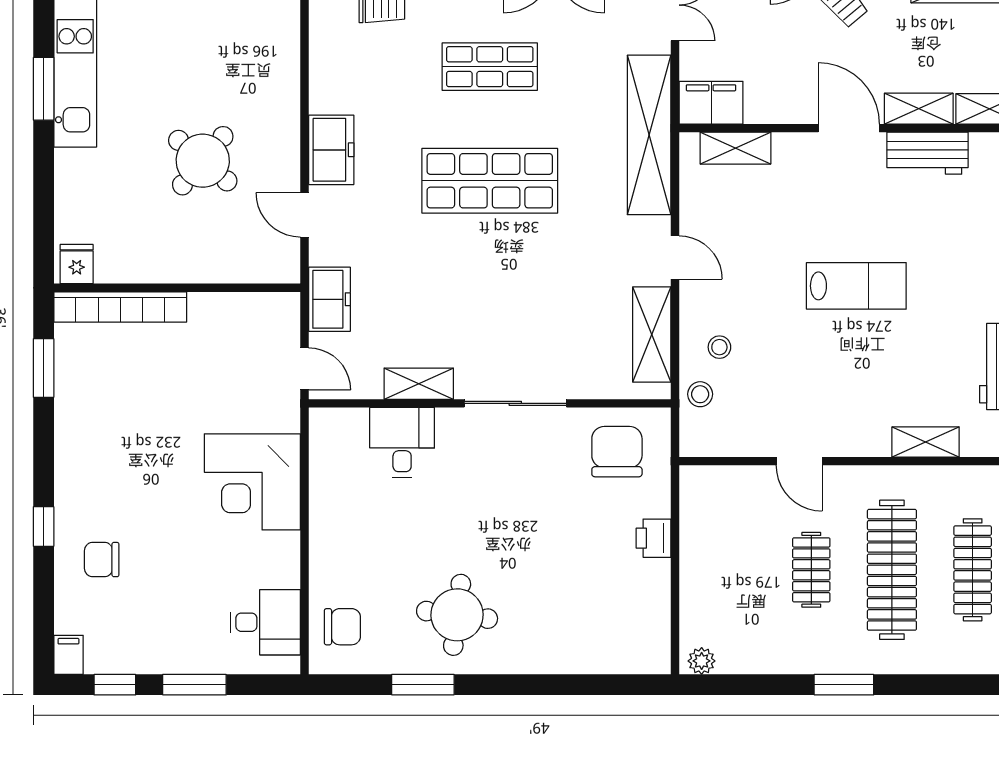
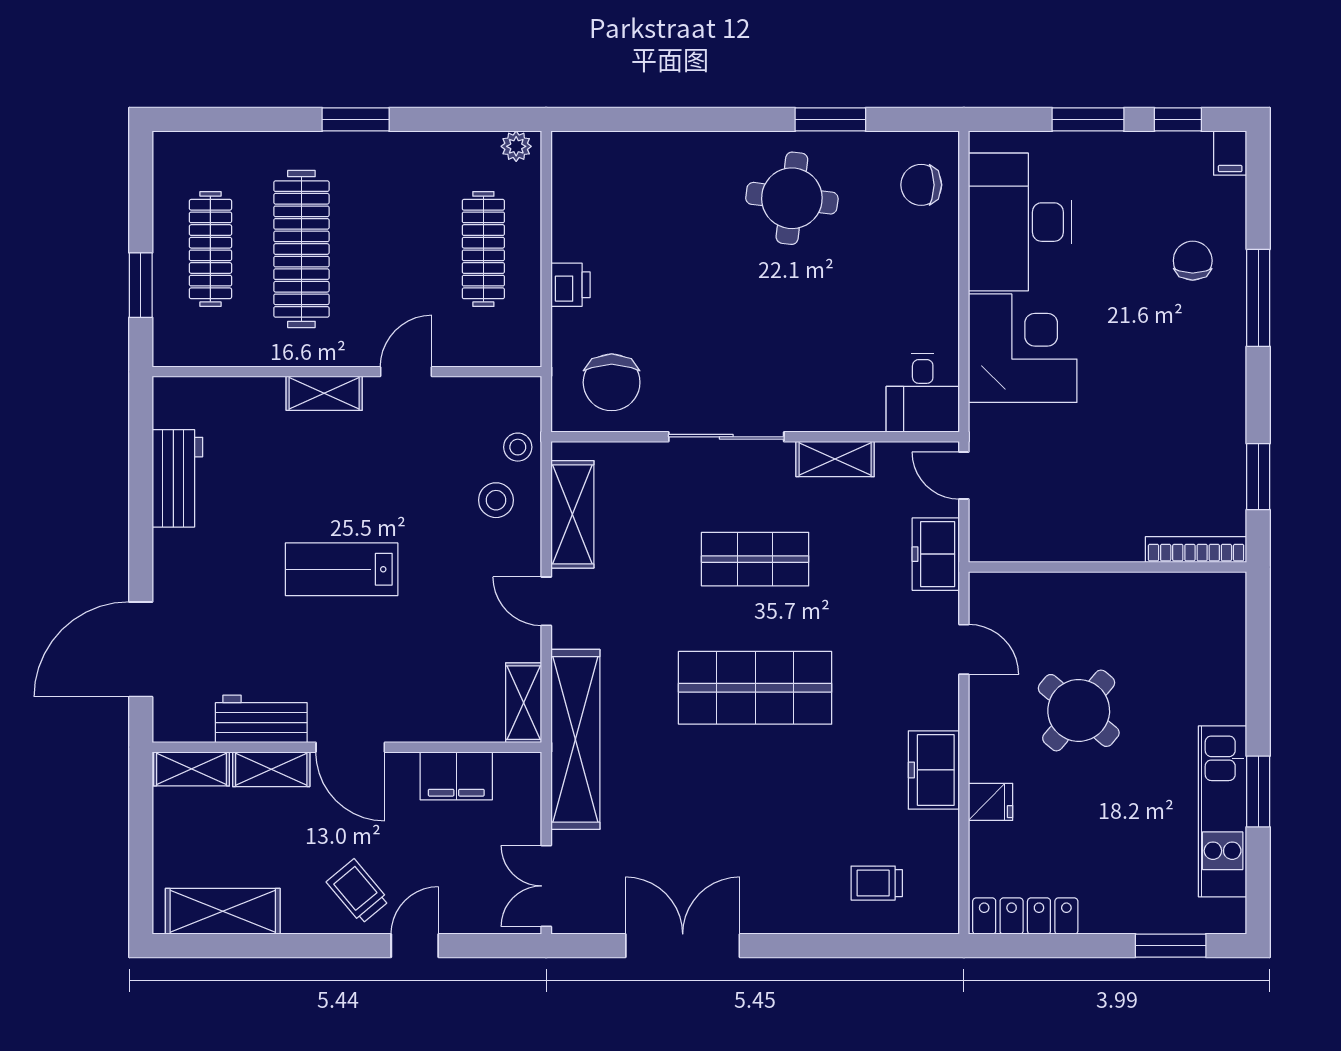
shop shelf: (490, 67) -> (755, 559), moved
filing cabinet: (711, 103) -> (456, 776), moved
shelving: (735, 148) -> (524, 703), moved, turned 90
freezer: (331, 150) -> (934, 770), moved
fridge: (77, 264) -> (991, 802), moved, turned -90
bookcase: (120, 307) -> (1196, 550), width x0.68, depth x0.76
stool: (719, 347) -> (496, 500), width x1.37, depth x1.37
desk: (402, 442) -> (923, 393), moved
shelving: (926, 442) -> (324, 393), moved
door: (799, 461) -> (406, 372), hinge flipped
window: (44, 526) -> (1258, 298), width x2.17
chair: (102, 560) -> (1193, 261), turned -90
clothes rail: (811, 570) -> (483, 249), moved, width x1.36
desk: (265, 622) -> (1020, 222), width x1.87, depth x1.30

